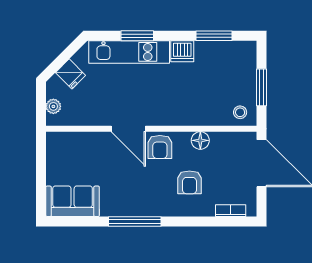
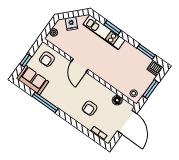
dishwasher: (182, 51) -> (155, 68), moved
floor lamp: (200, 140) -> (117, 100), moved
armchair: (160, 147) -> (47, 59), moved
window: (41, 179) -> (26, 60), added
window: (135, 222) -> (45, 102), moved

